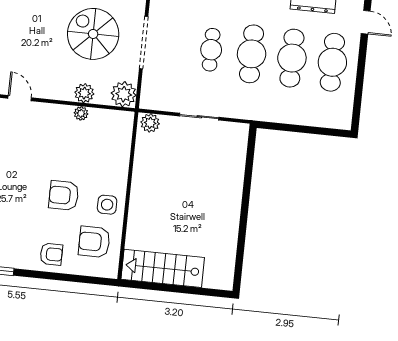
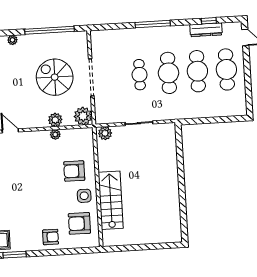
armchair: (64, 195) -> (74, 171), moved
stairs: (163, 268) -> (111, 200), moved, turned 90

